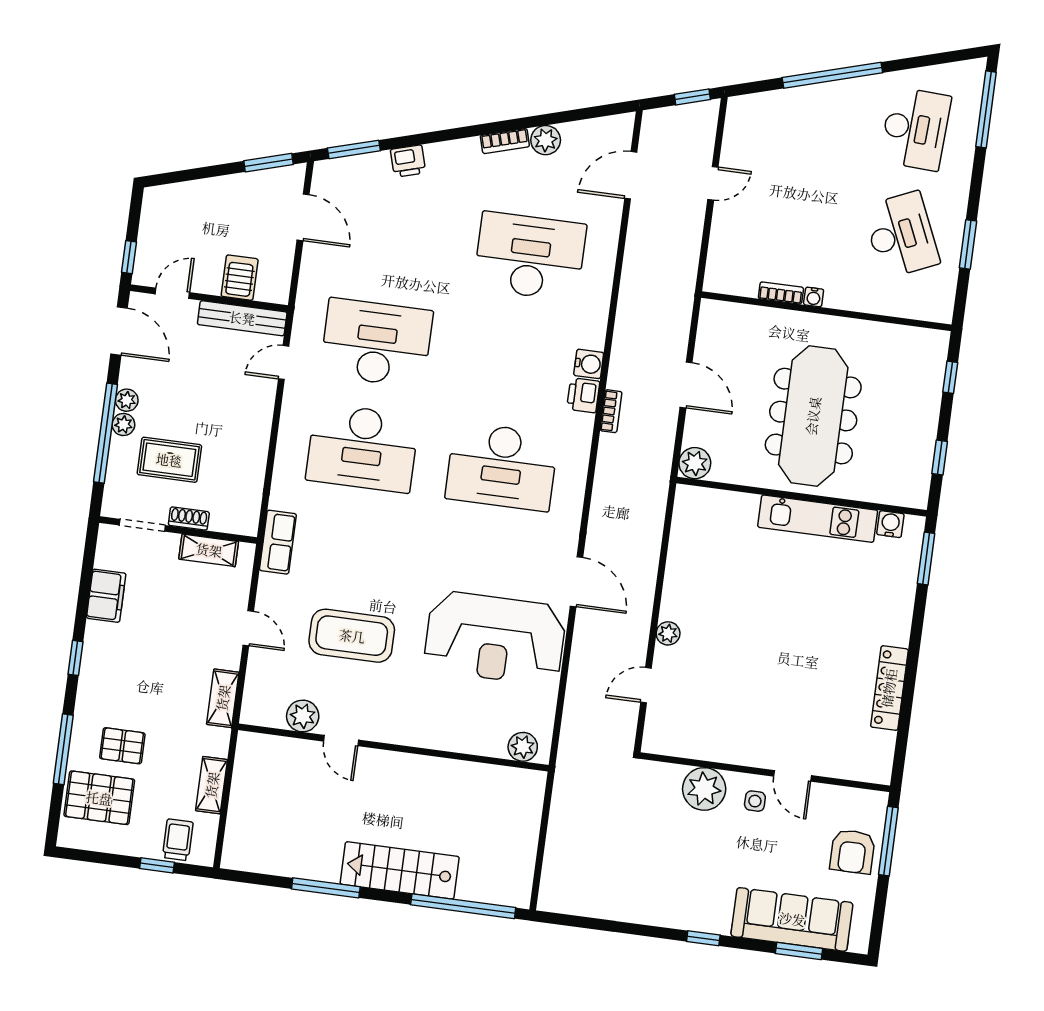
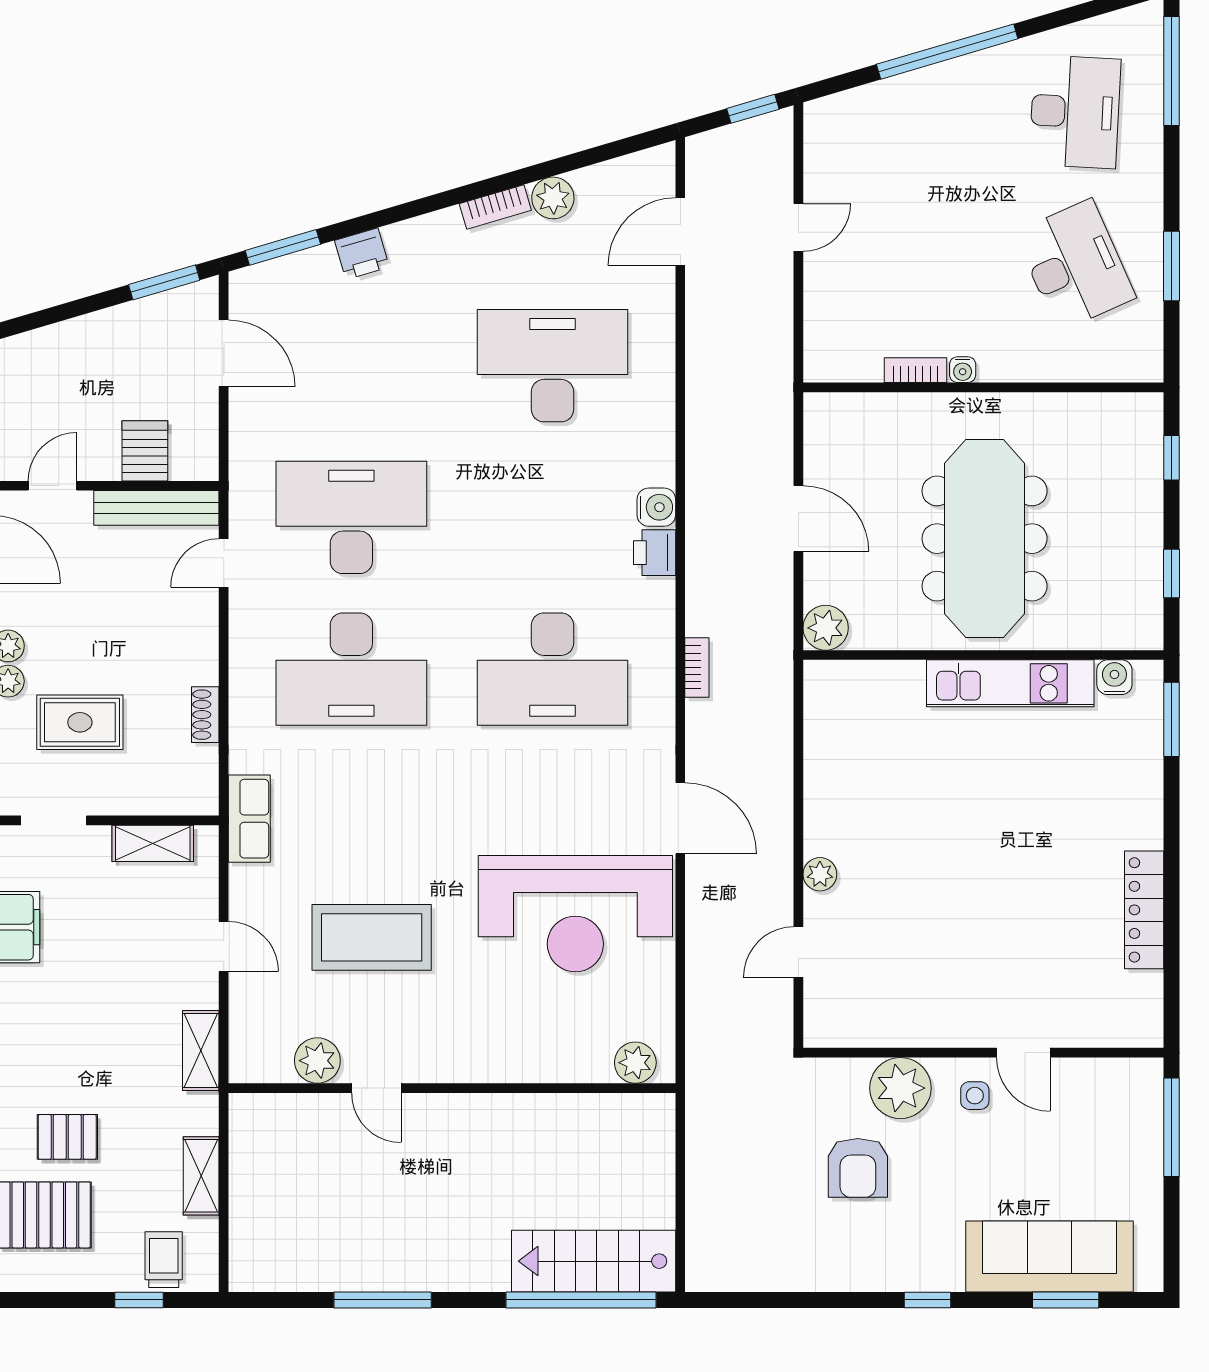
bookcase: (611, 411) -> (697, 667), moved
shoe rack: (189, 519) -> (205, 715), moved, turned -90
armchair: (852, 851) -> (858, 1168), moved
stairs: (400, 870) -> (594, 1261), moved

